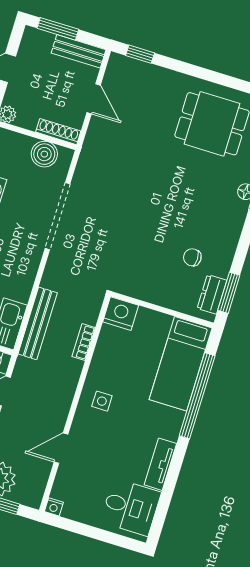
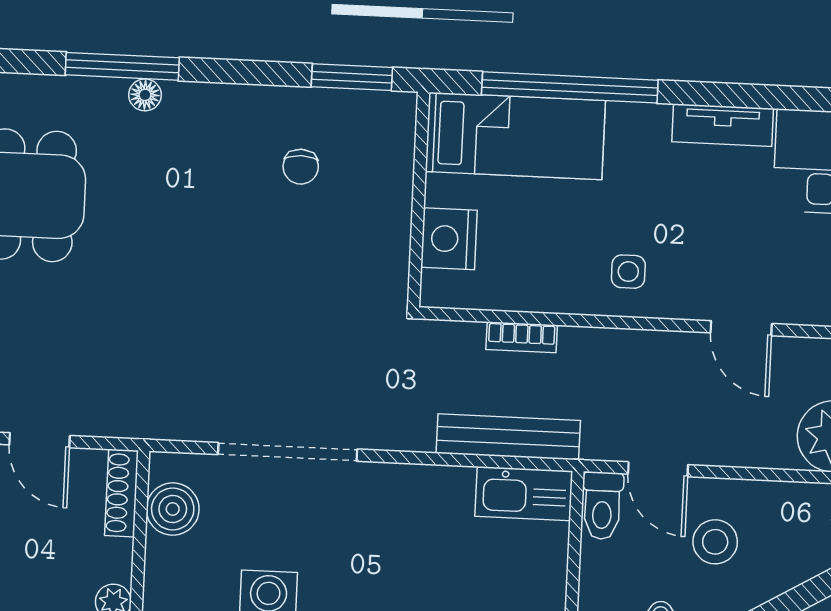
door: (94, 99) -> (40, 440), swing flipped
dresser: (212, 294) -> (363, 109), removed
nightstand: (121, 314) -> (449, 239), moved

